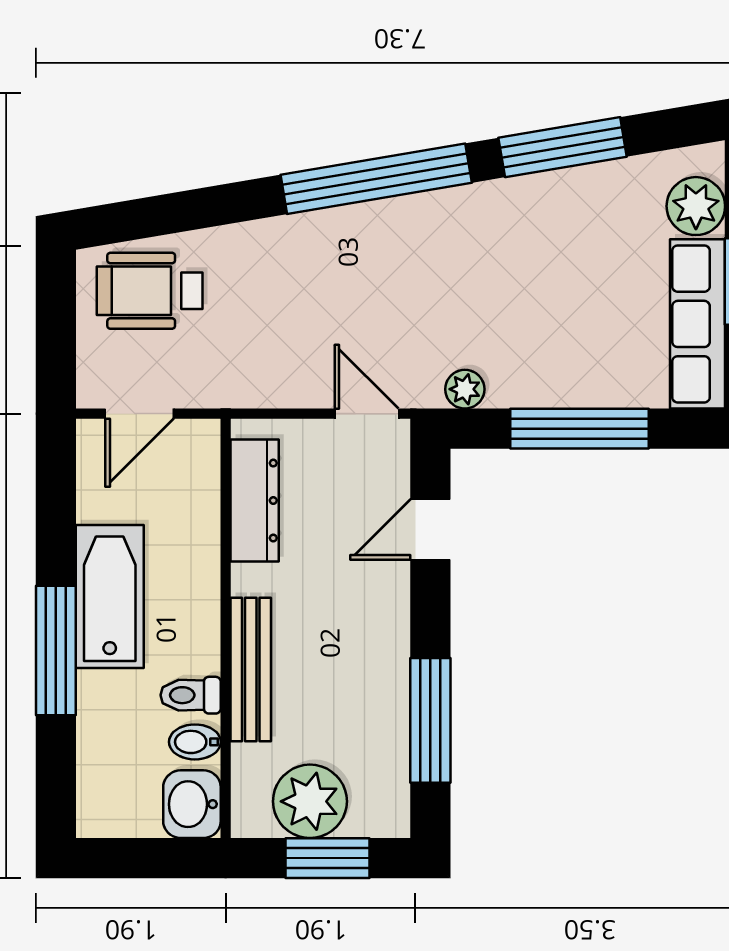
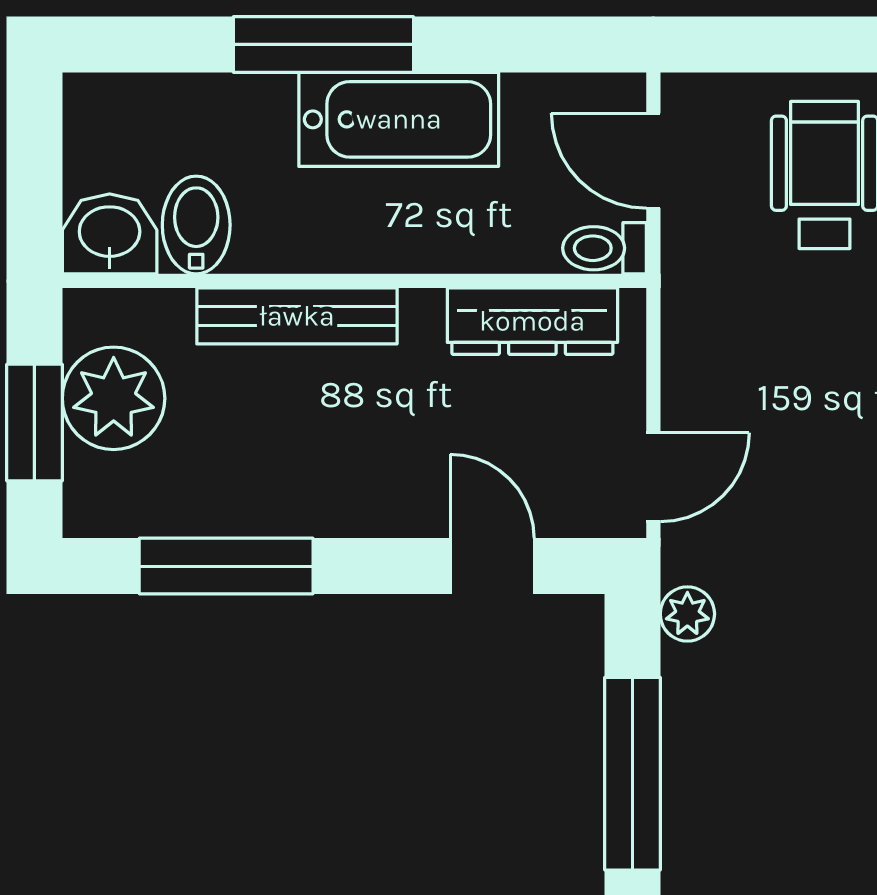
toilet: (191, 695) -> (605, 248), moved, turned -90
bidet: (195, 742) -> (196, 225), width x1.38, depth x1.36

